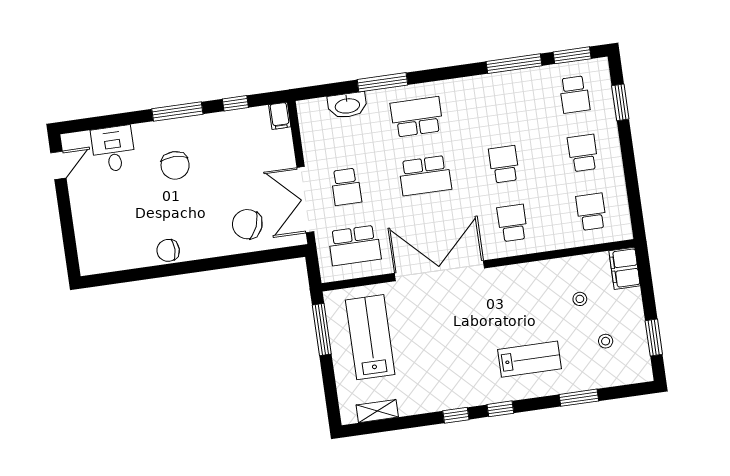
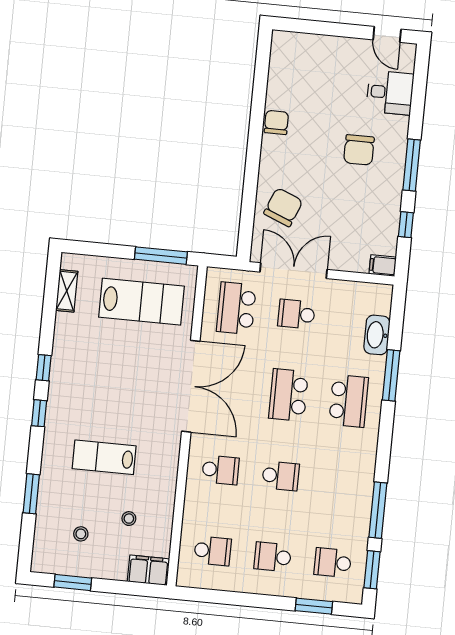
school desk: (583, 153) -> (273, 557), turned 180
chair: (175, 165) -> (359, 150), turned -90
lab bench: (530, 359) -> (104, 457), moved, turned 90

